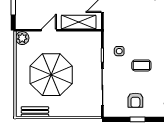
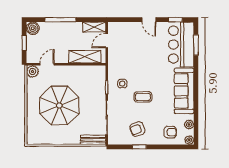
door: (49, 30) -> (47, 64), moved
armchair: (135, 100) -> (137, 129), turned 69
bench: (35, 112) -> (93, 140), moved

